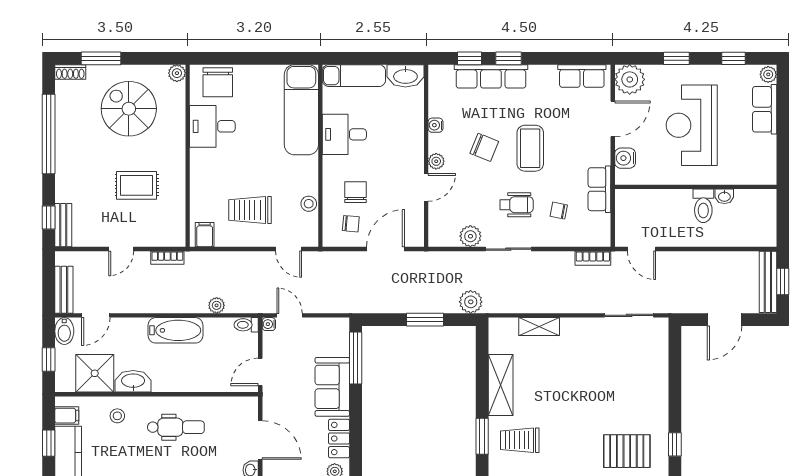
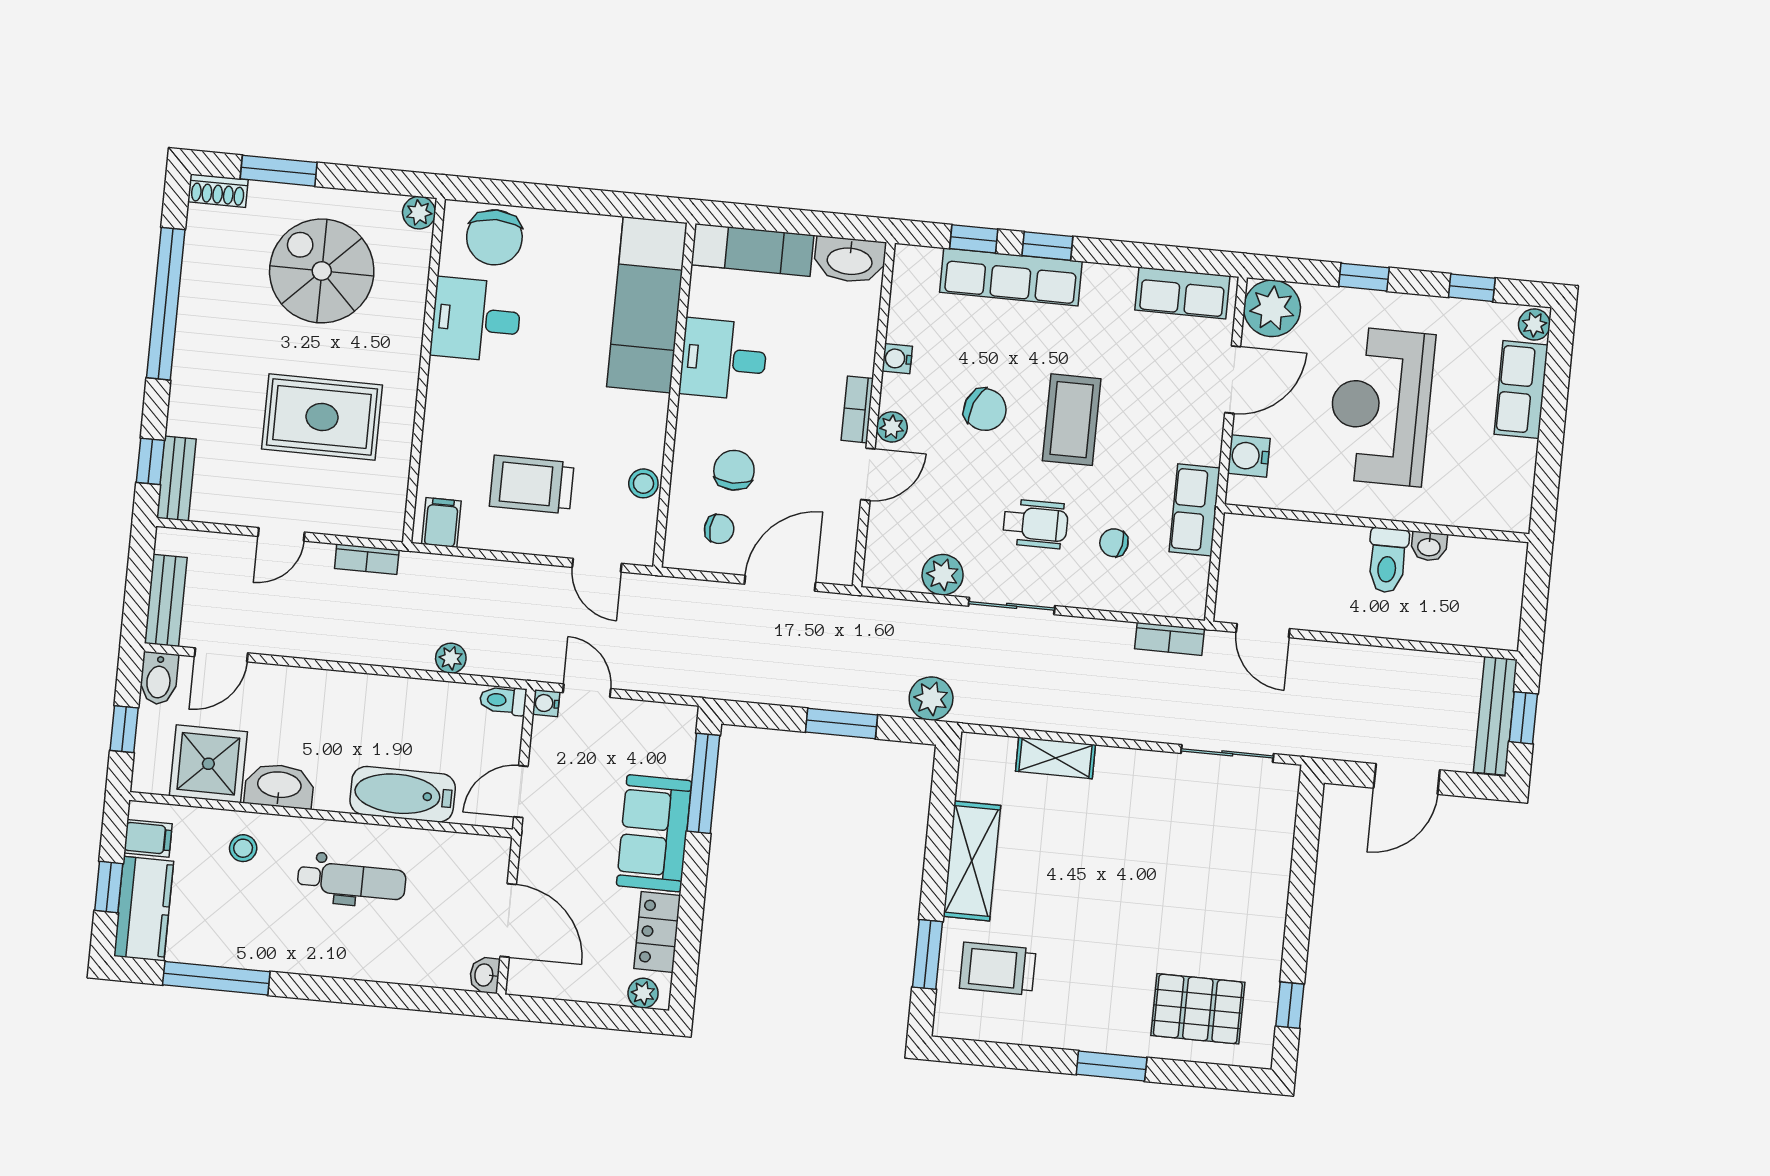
bookcase: (417, 154) -> (857, 409), added
rug: (137, 185) -> (322, 417), width x1.36, depth x1.43
bathtub: (176, 330) -> (403, 794), moved, turned 180

